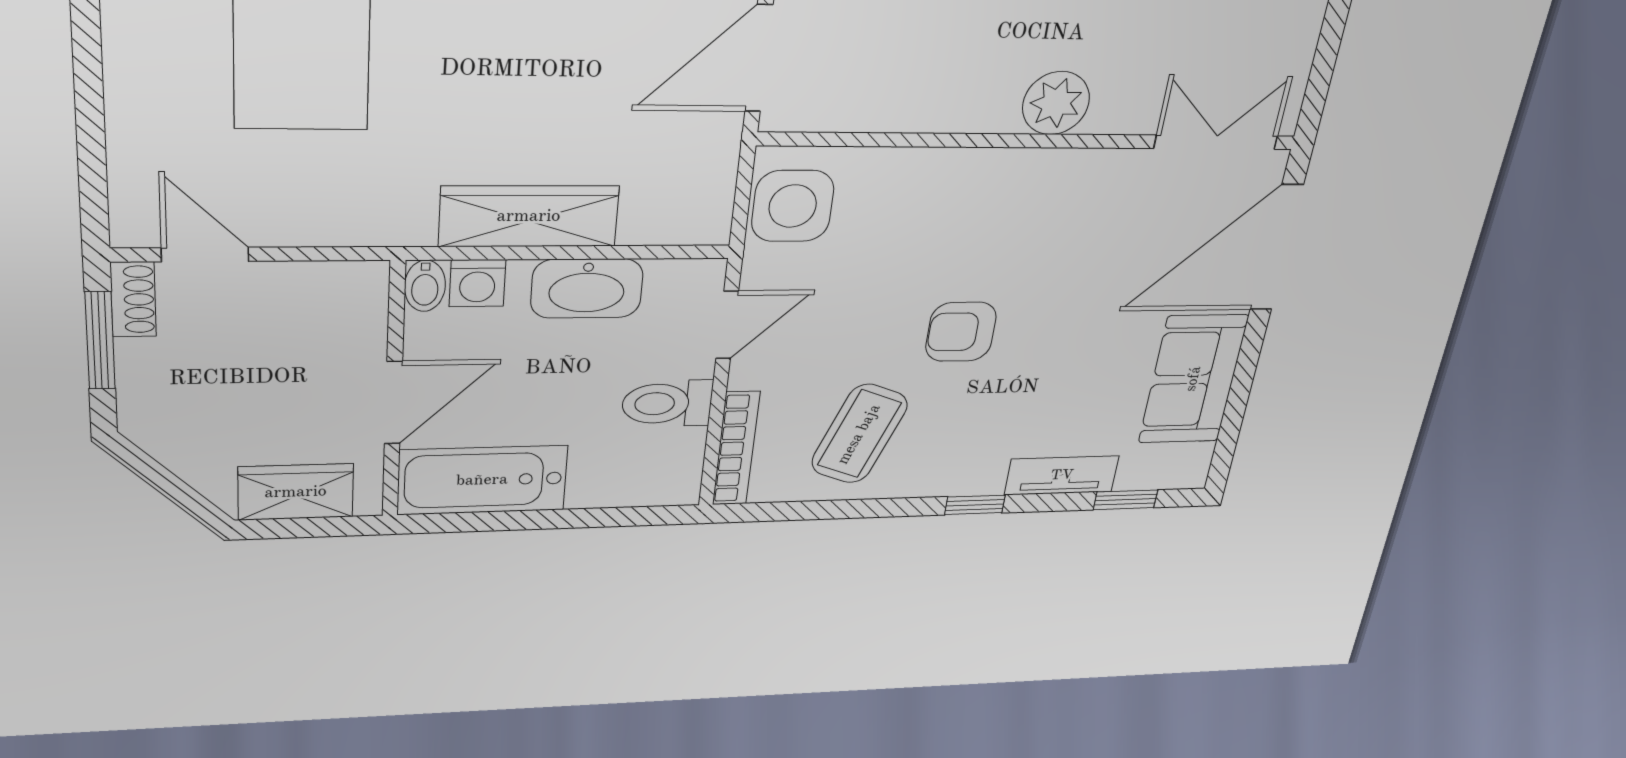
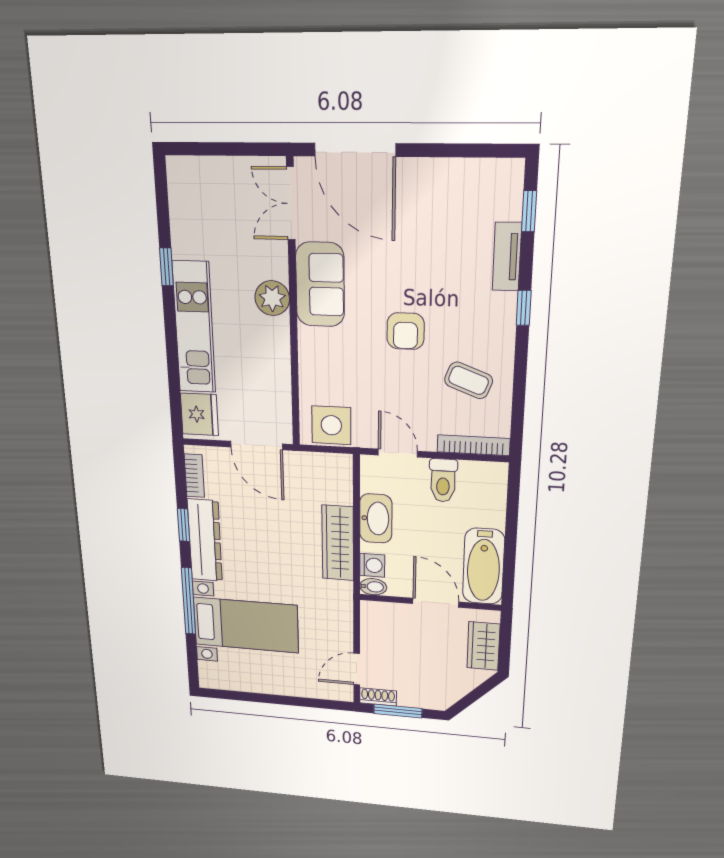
sofa: (1193, 379) -> (320, 285), moved, turned -90
coffee table: (859, 434) -> (469, 380), width x0.73, depth x0.77

